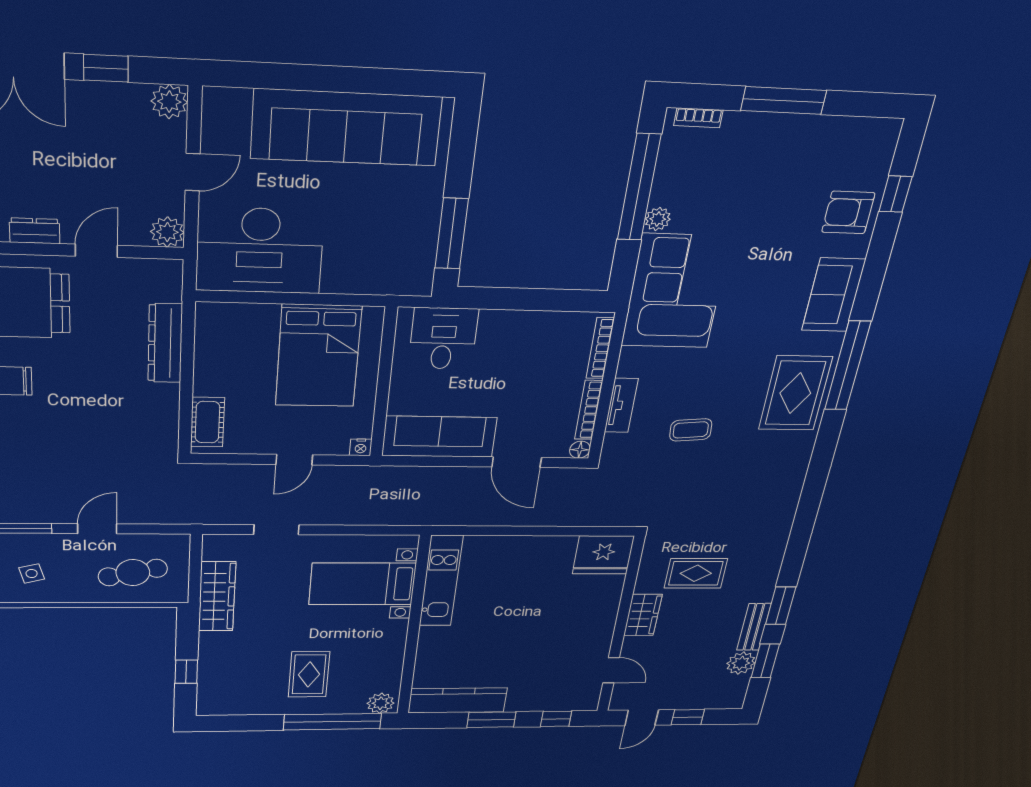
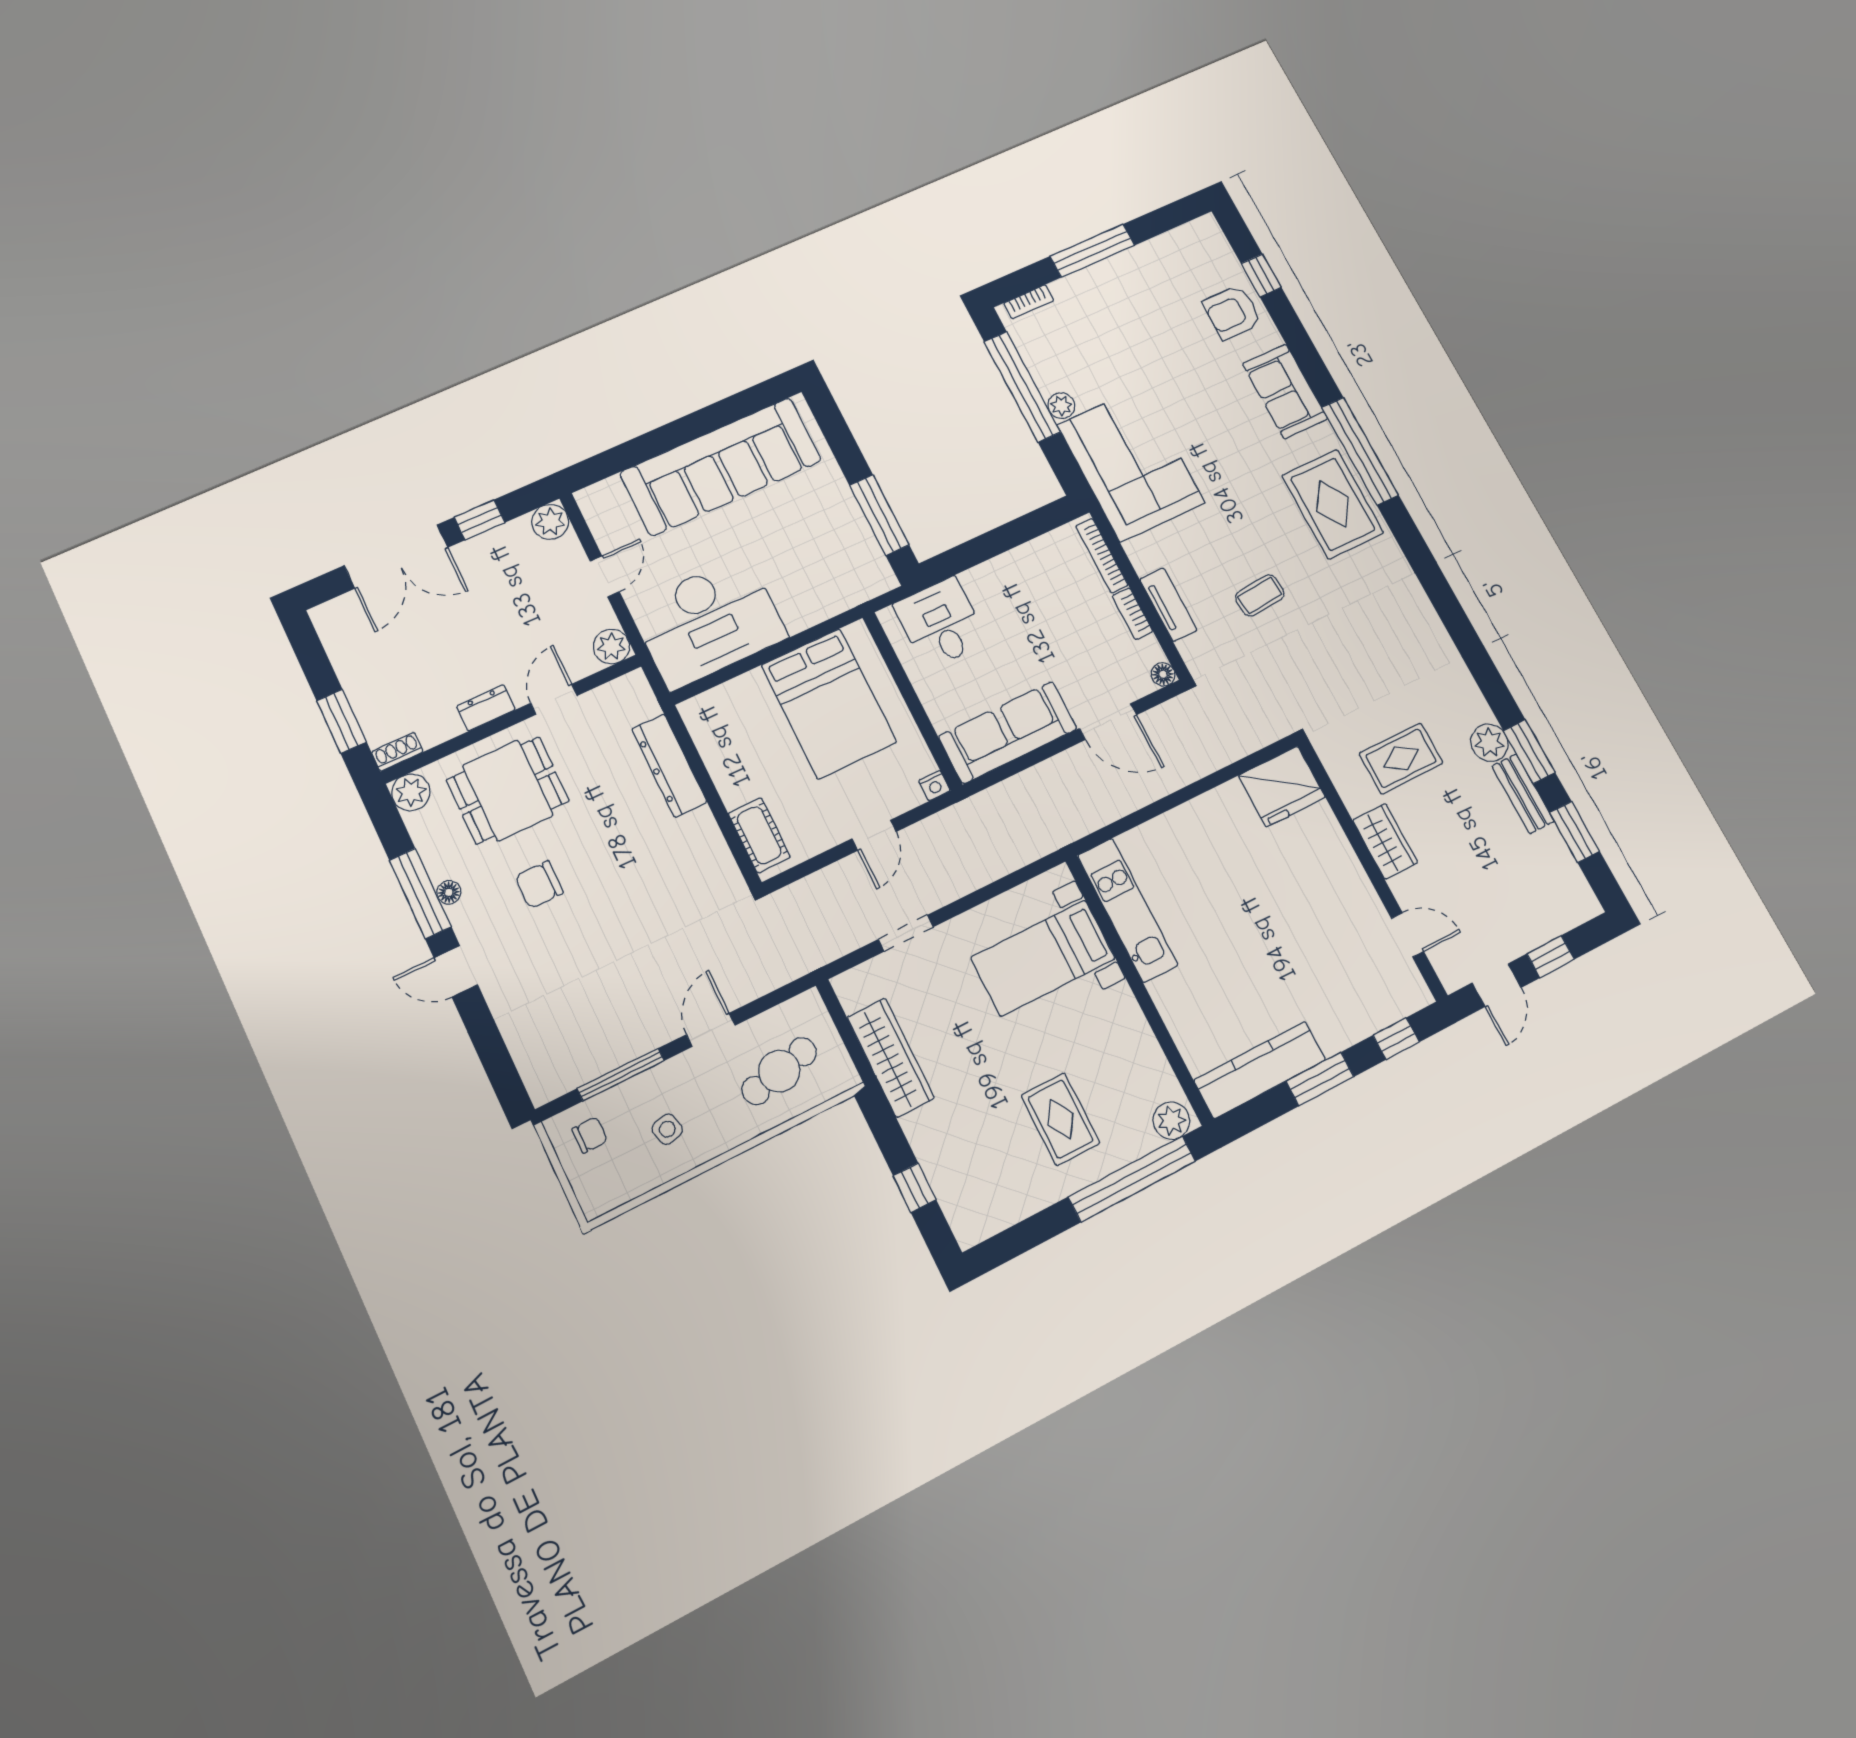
bookcase: (589, 410) -> (1133, 614), width x0.64
plant: (741, 663) -> (1489, 743), moved

